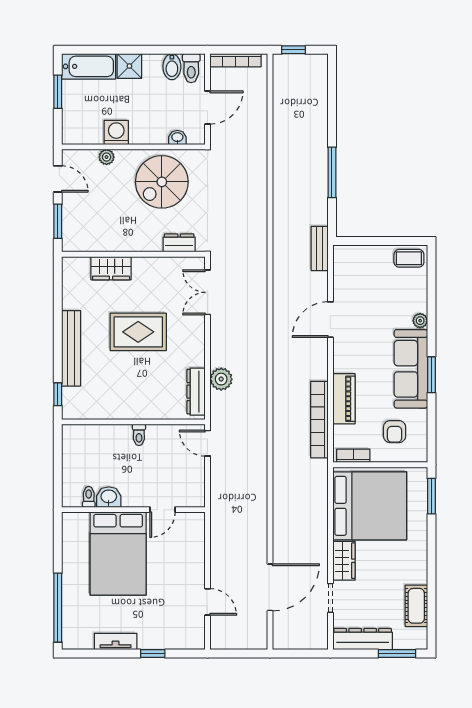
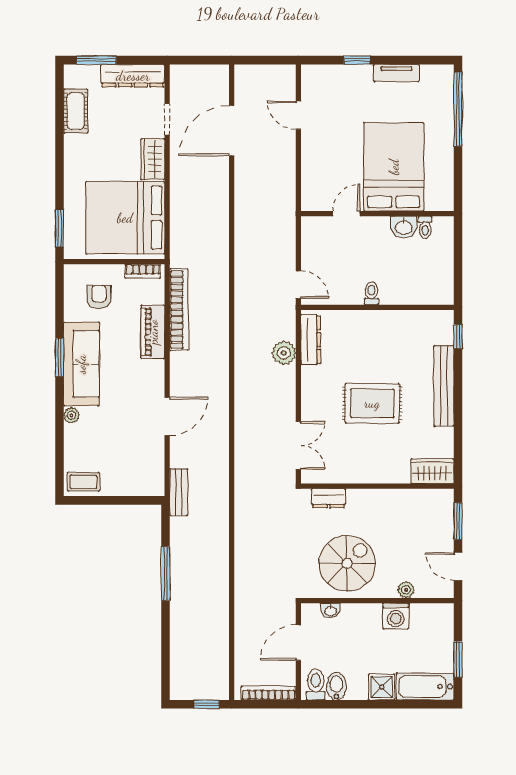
wardrobe: (111, 268) -> (432, 471), moved

